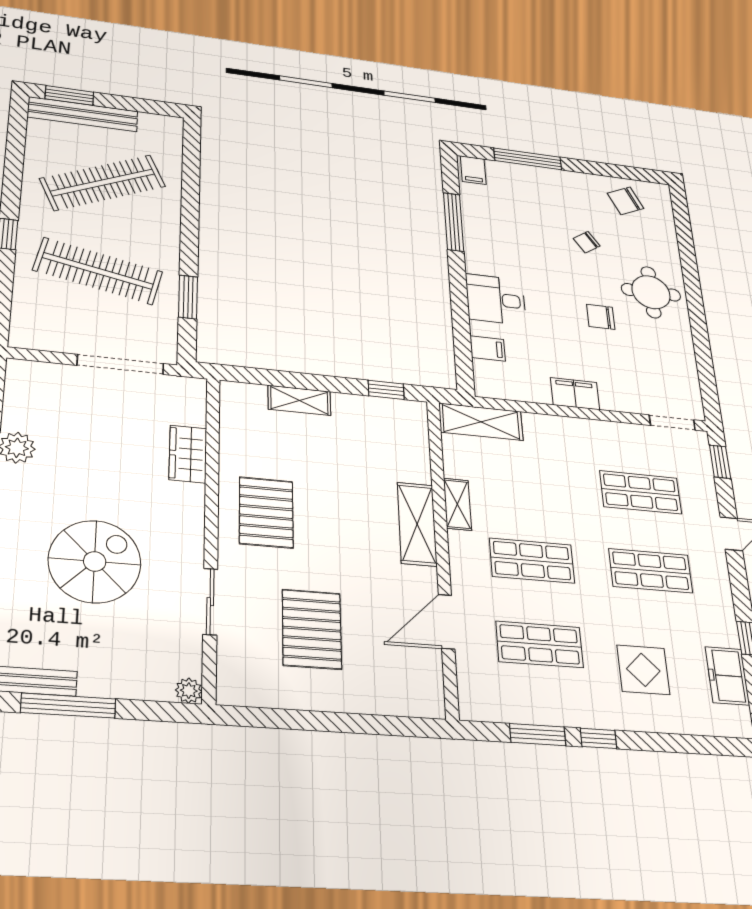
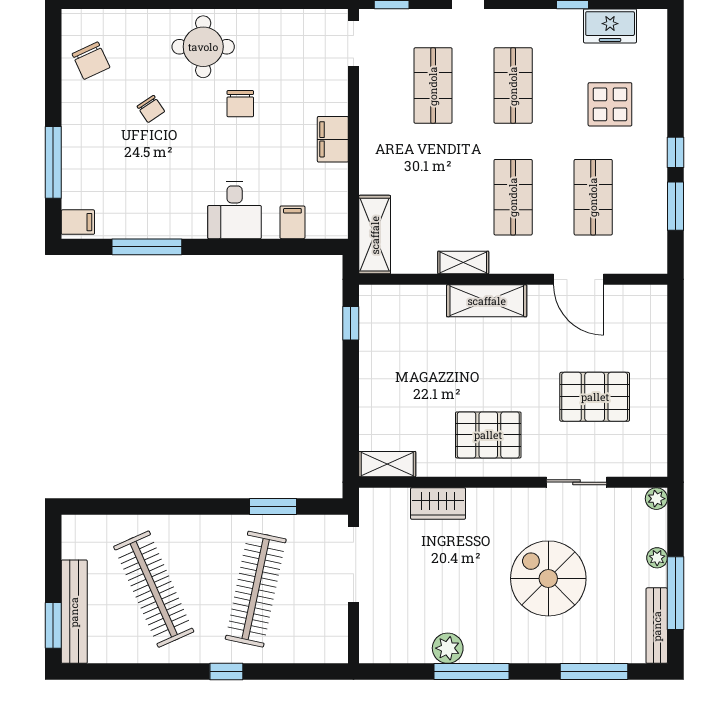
shelving: (299, 400) -> (387, 464), moved, turned 90
plant: (114, 687) -> (657, 558), added

